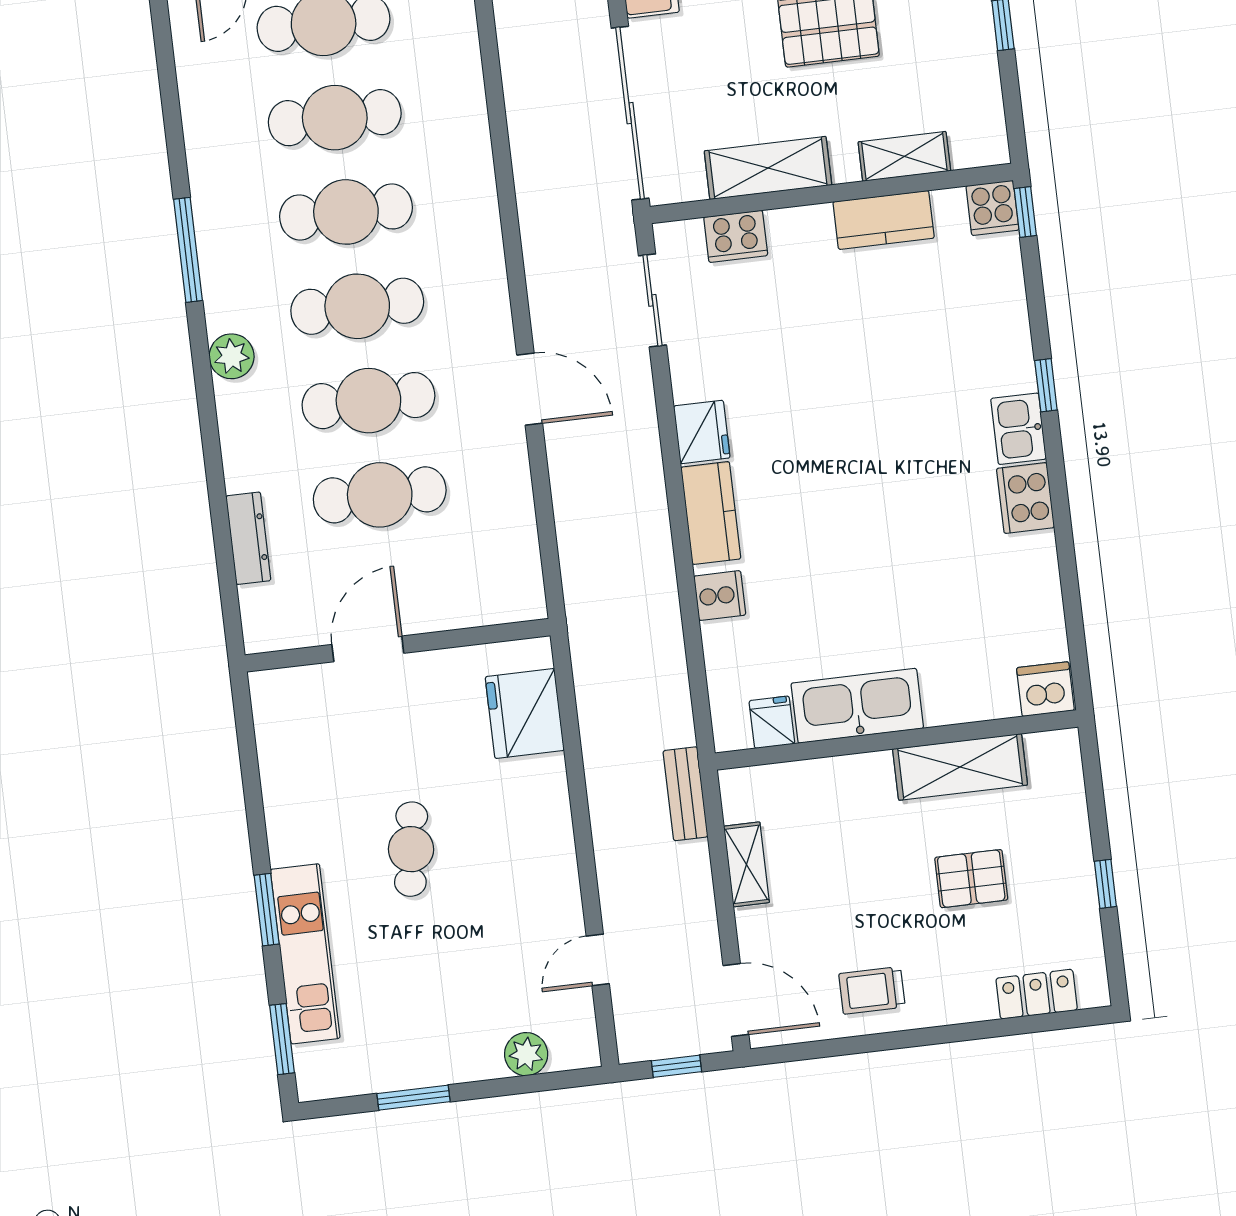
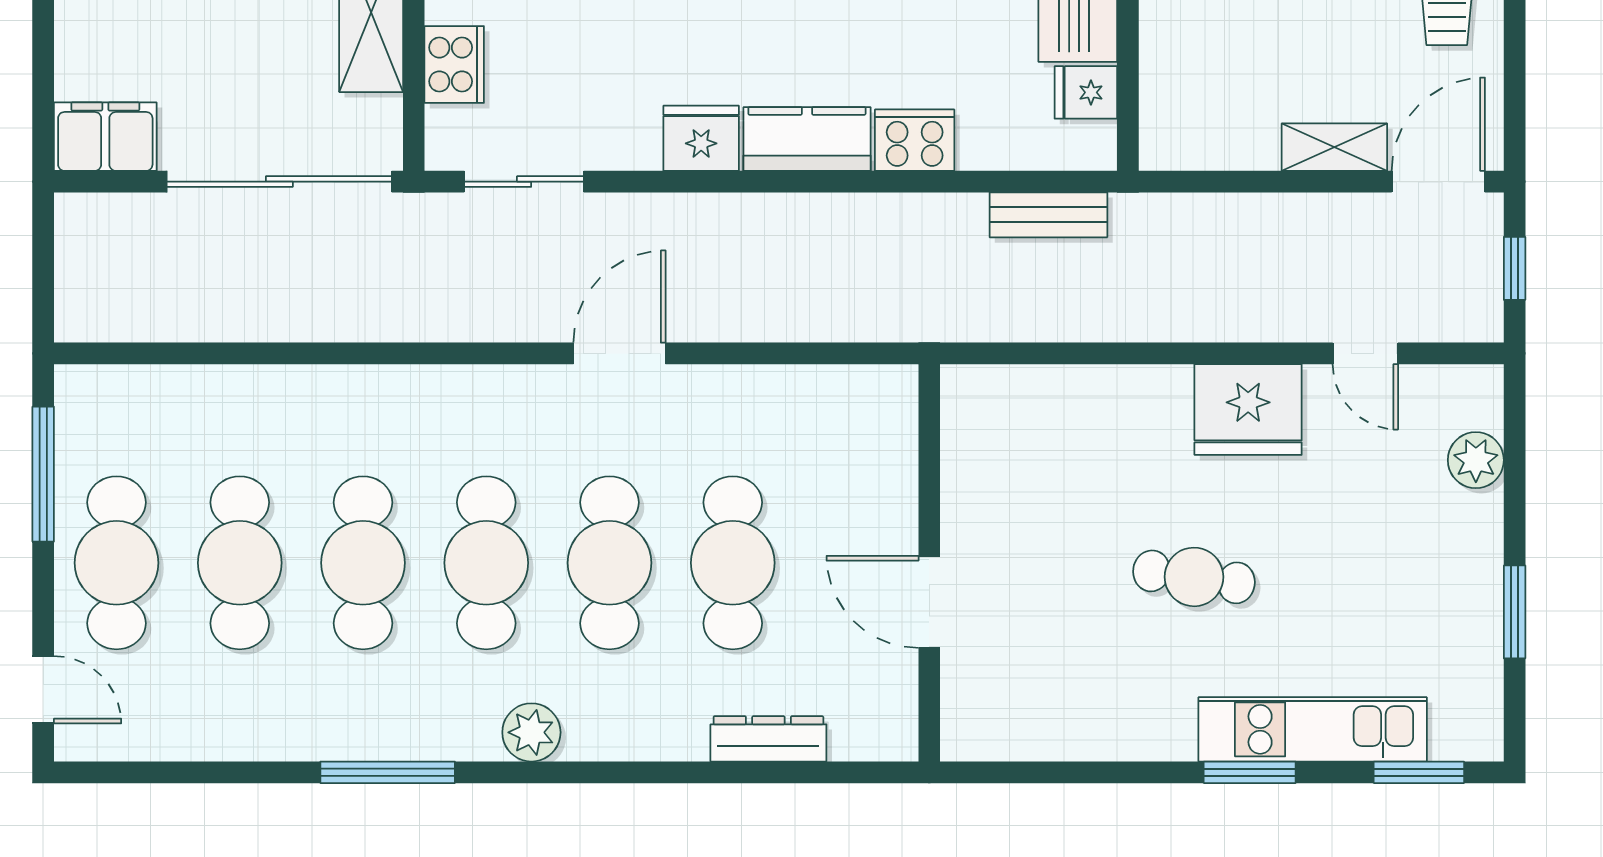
cooker: (720, 596) -> (915, 140), width x1.36
fridge: (525, 714) -> (1248, 410), moved
bench: (685, 794) -> (1048, 215), moved
shelving: (746, 864) -> (1334, 147), moved

